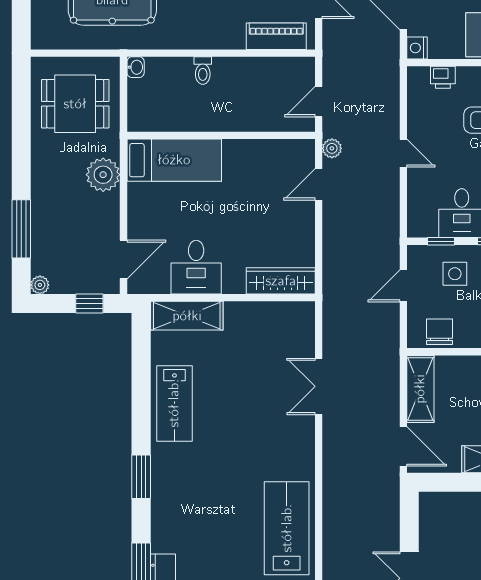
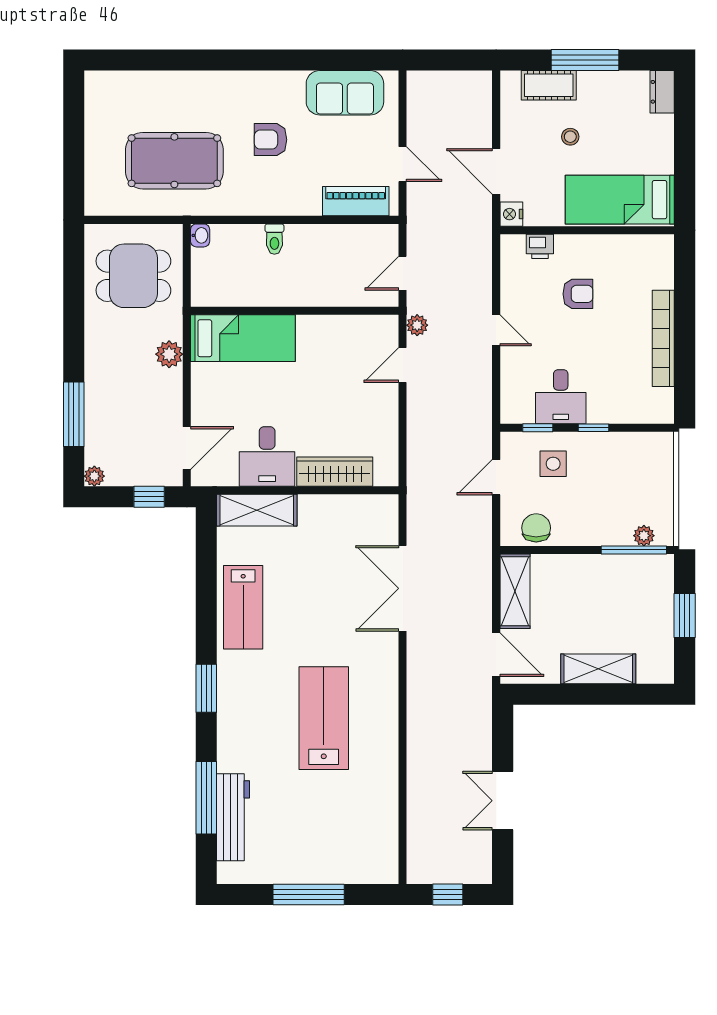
plant: (103, 175) -> (169, 354), width x0.73, depth x0.73
wardrobe: (281, 281) -> (335, 472), moved
double door: (319, 386) -> (403, 588), width x1.37
lab bench: (287, 528) -> (324, 718), moved

